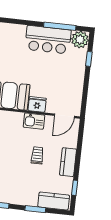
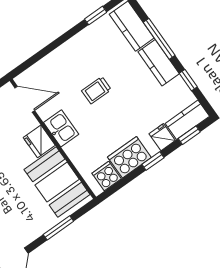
kitchen counter: (68, 162) -> (159, 63), moved, turned 90
window: (35, 209) -> (159, 39), width x1.44

